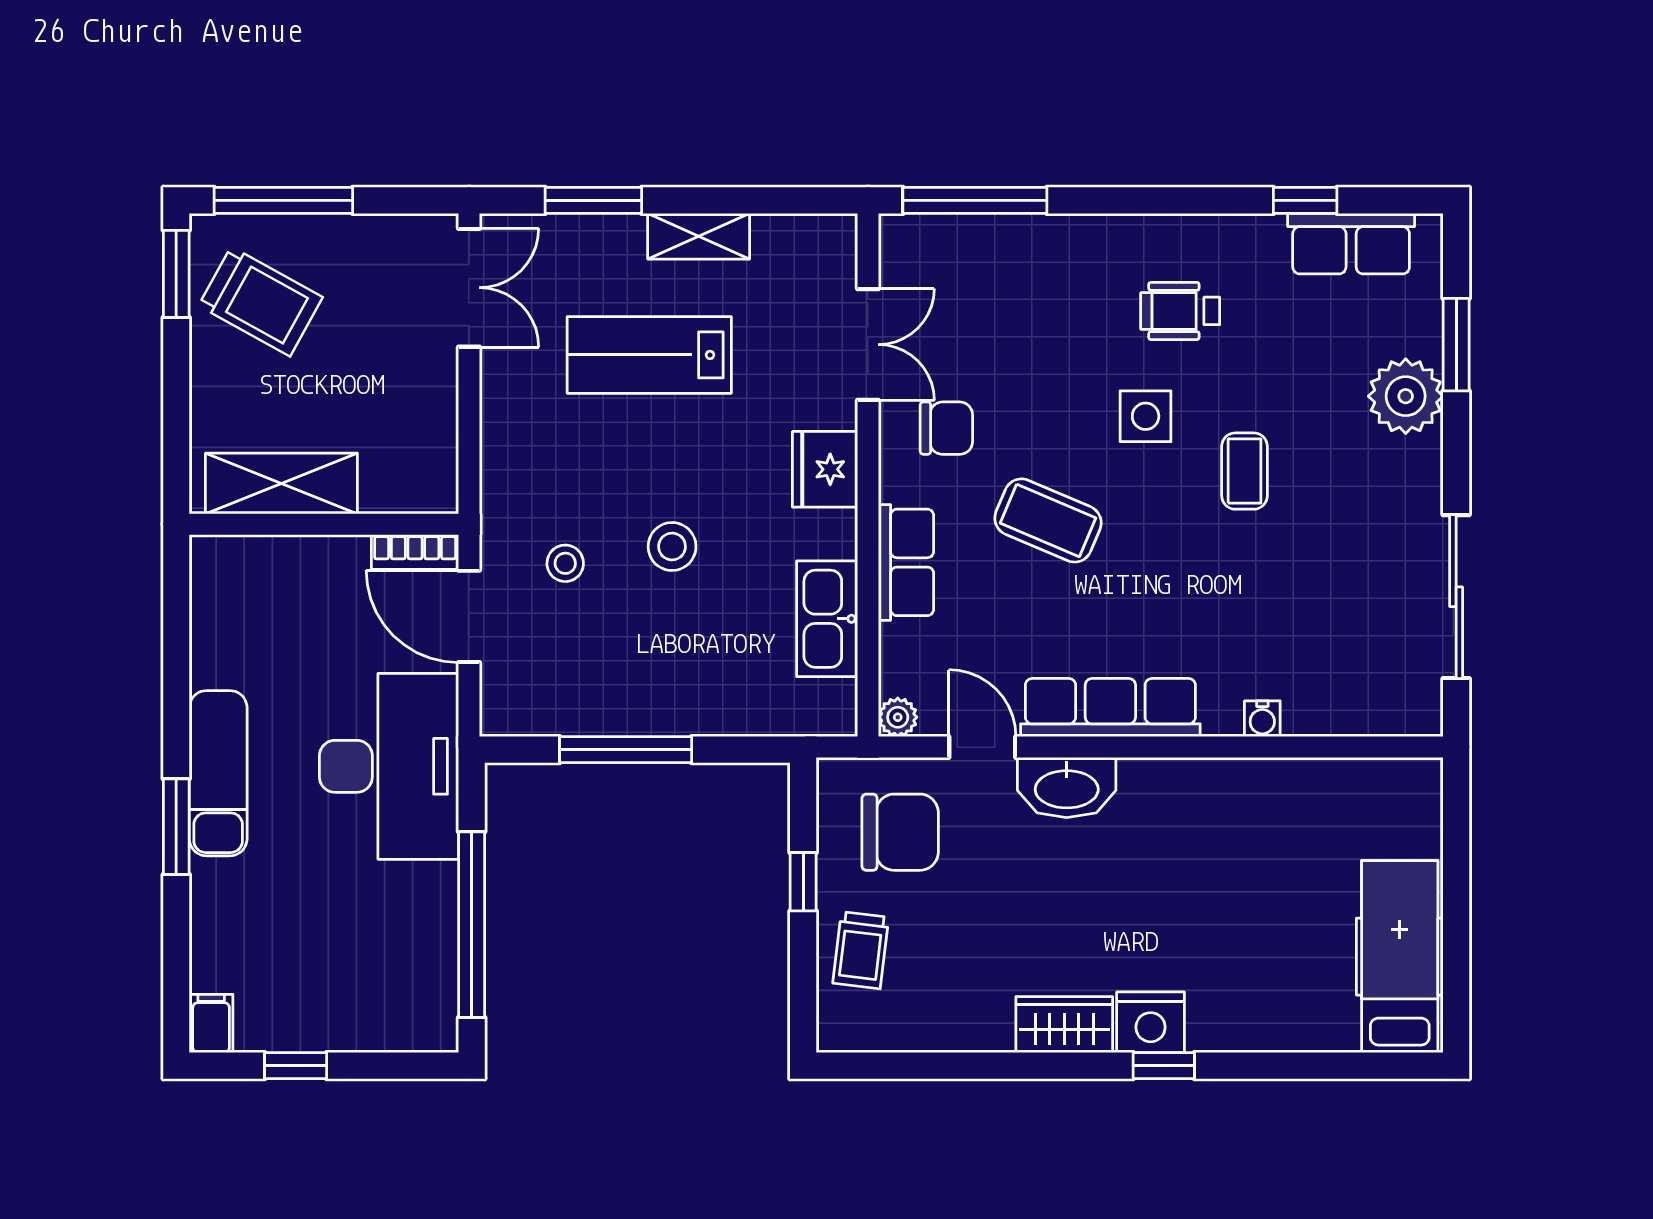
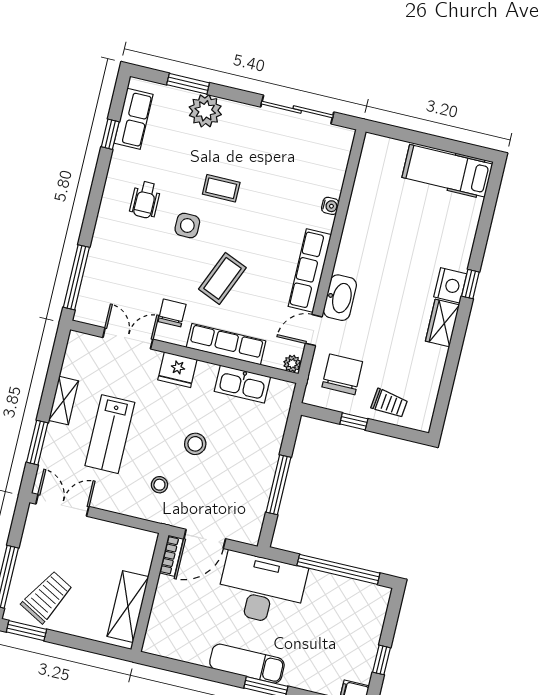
row of seats: (906, 562) -> (226, 344), width x1.48
stool: (565, 563) -> (159, 485), moved

